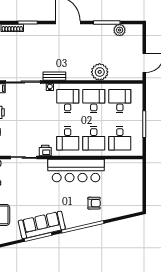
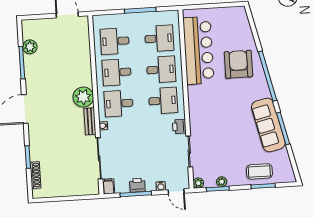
plant: (100, 72) -> (83, 97), moved
bar counter: (76, 170) -> (198, 50), moved
armchair: (94, 203) -> (238, 64), width x1.88, depth x1.88

